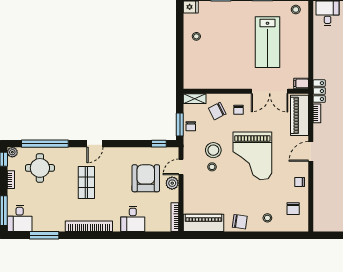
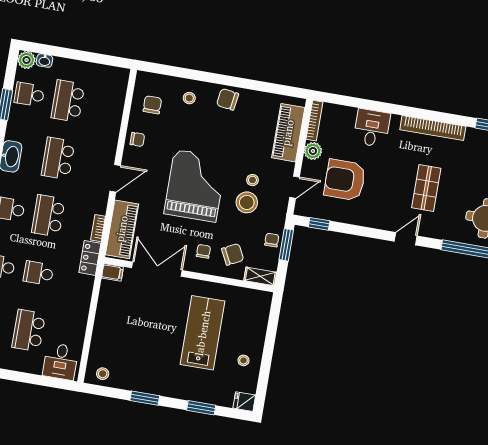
lab bench: (267, 42) -> (203, 333), moved
armchair: (146, 178) -> (345, 180), turned 90
plant: (172, 183) -> (313, 151), moved
piano: (204, 223) -> (288, 133), moved, turned 90

